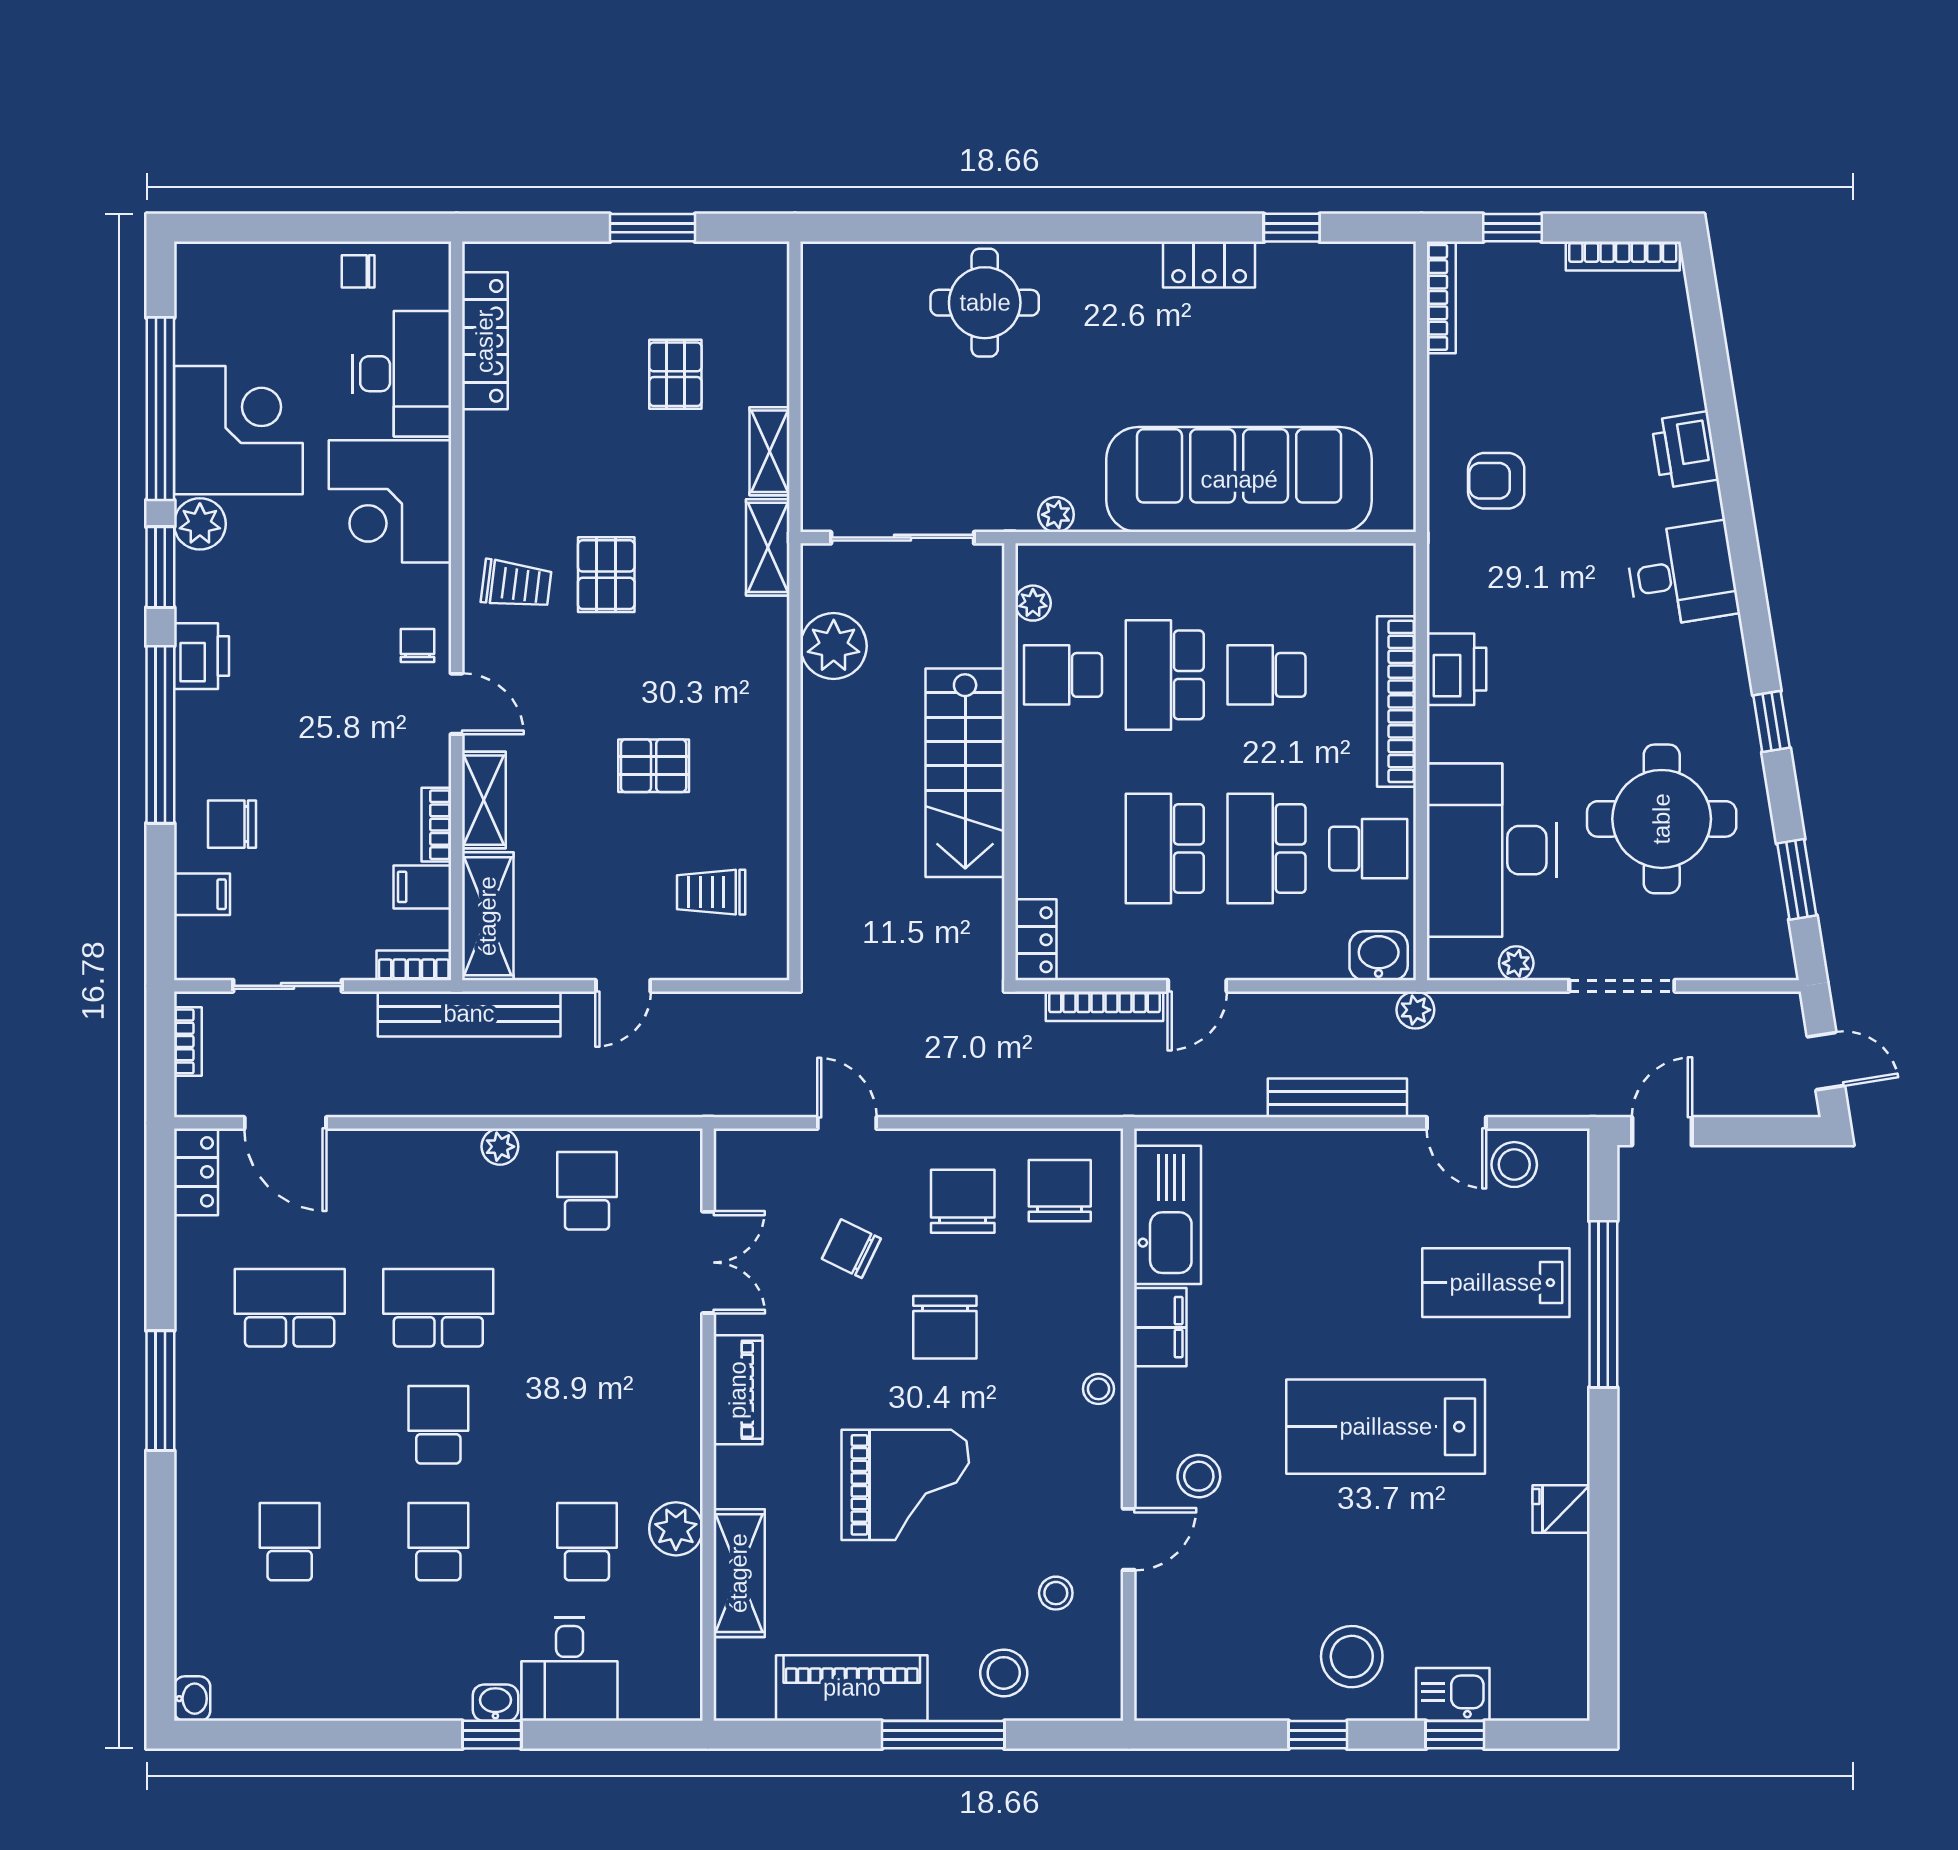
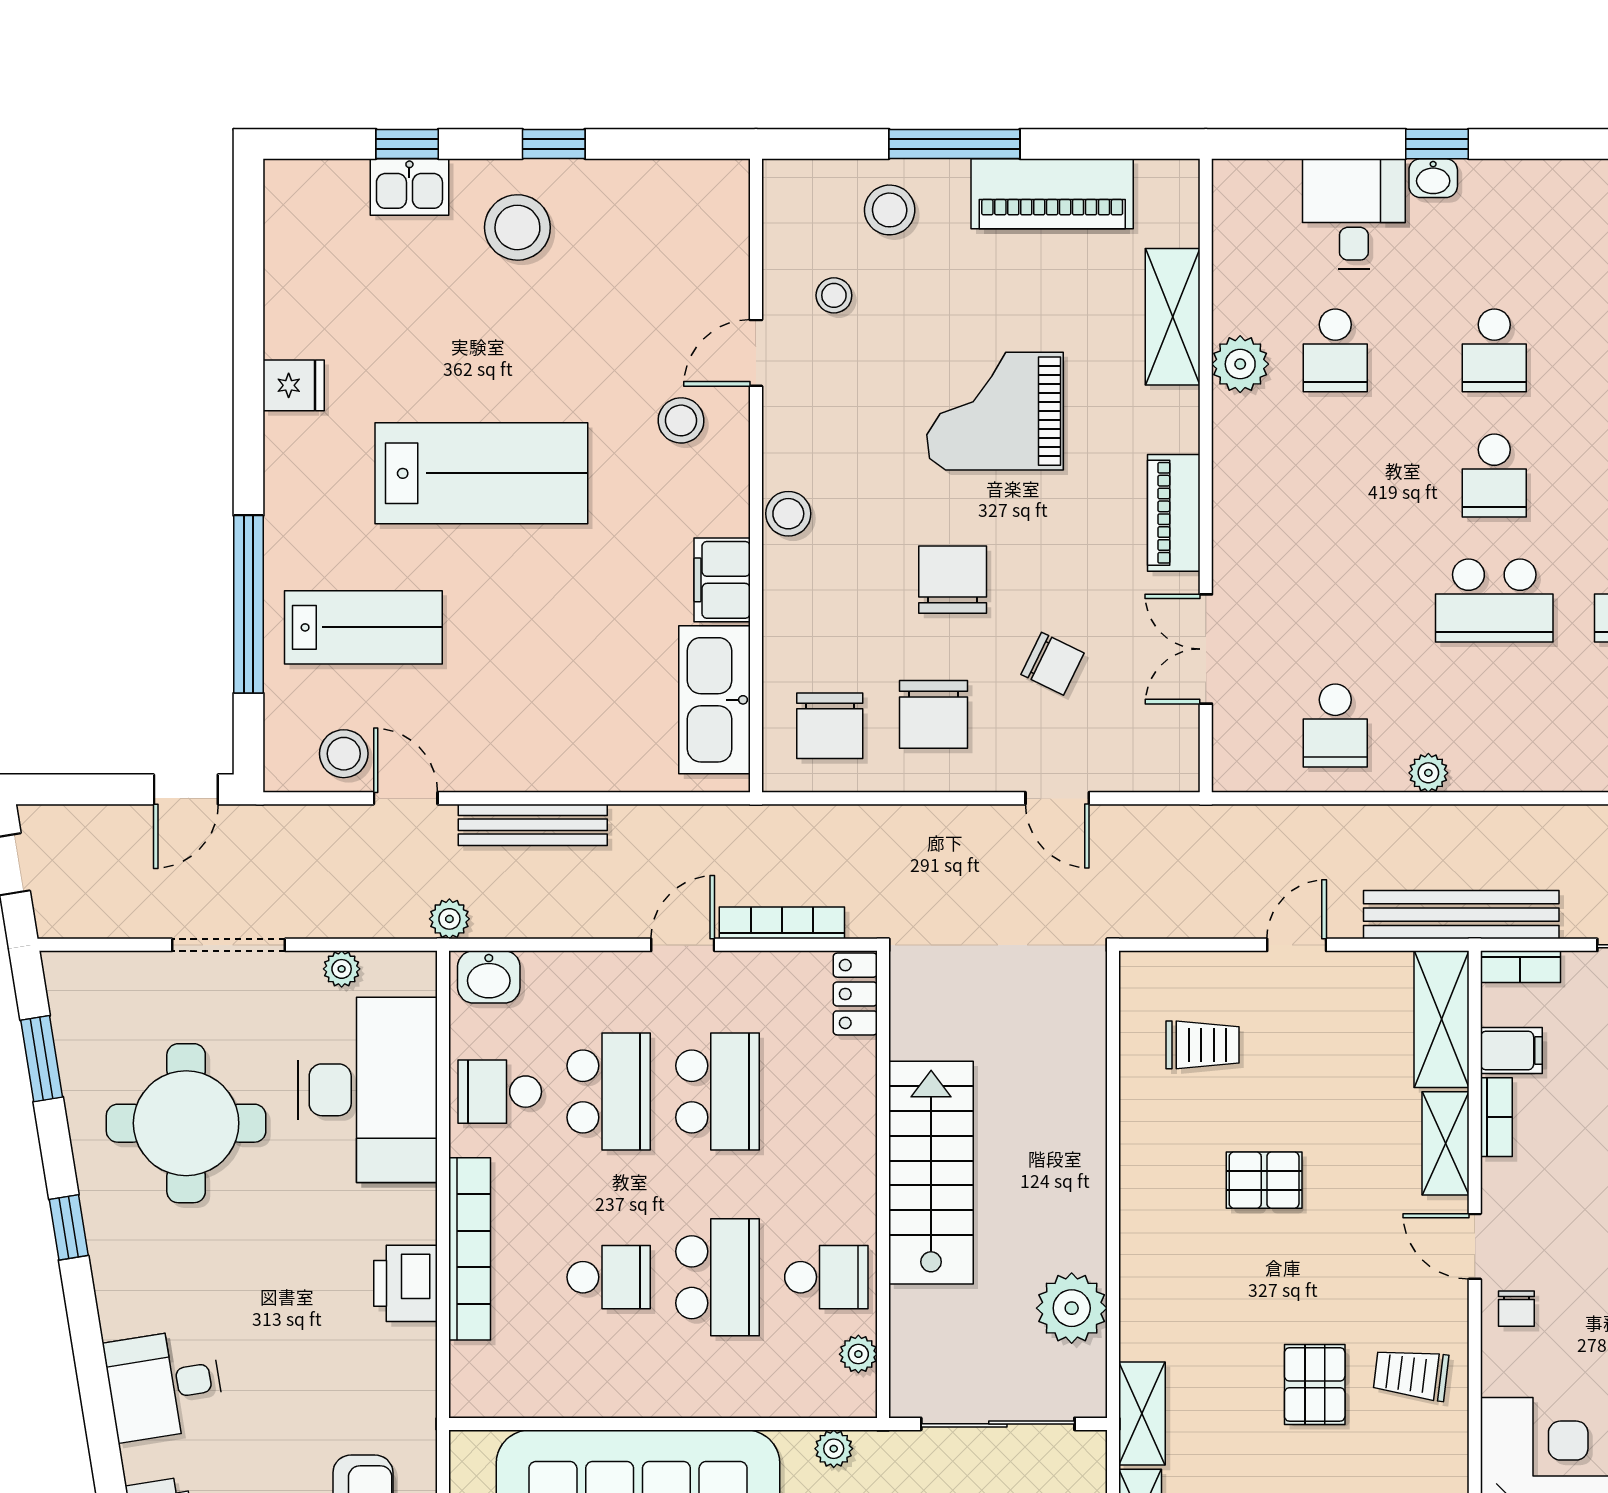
stool: (1098, 1389) -> (788, 514), width x1.37, depth x1.37

